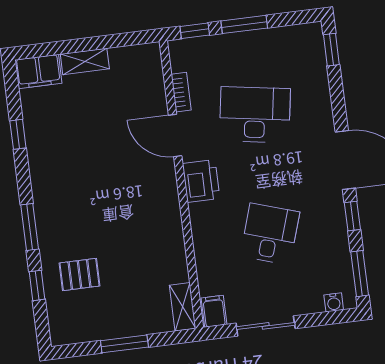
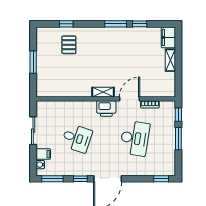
window: (30, 227) -> (116, 24), moved
shelving: (183, 307) -> (103, 92), moved
filing cabinet: (214, 311) -> (43, 154), moved

